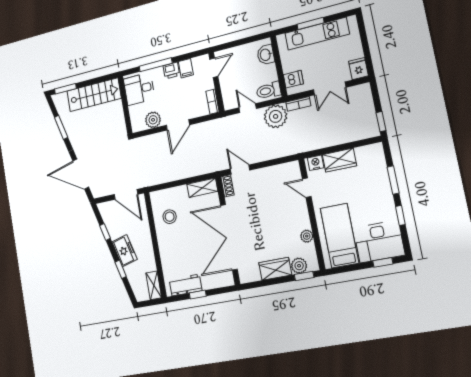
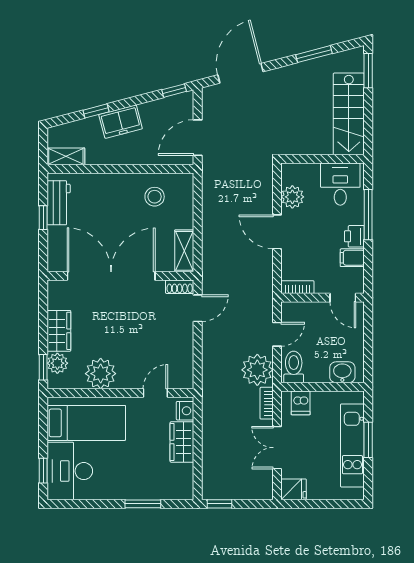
window: (400, 215) -> (97, 504), removed
window: (105, 232) -> (174, 91), moved
plant: (307, 236) -> (101, 374), width x1.87, depth x1.87

